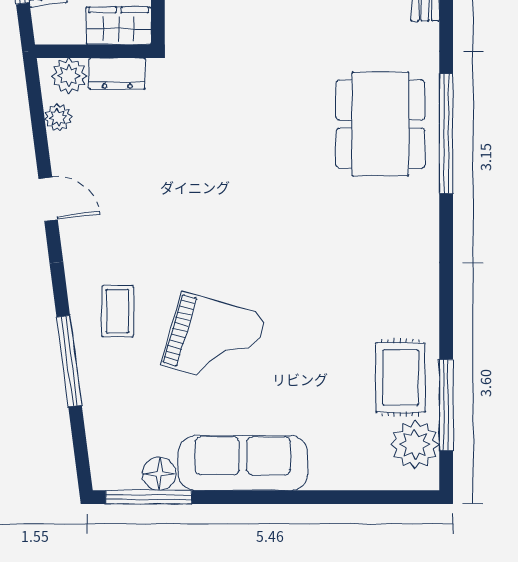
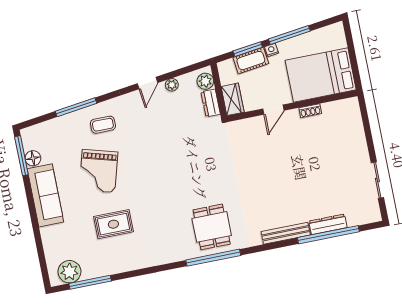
plant: (58, 118) -> (172, 85), moved
dining table: (380, 124) -> (212, 227), width x0.73
rug: (400, 378) -> (113, 224), moved

